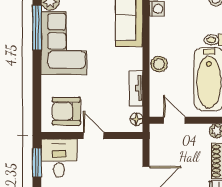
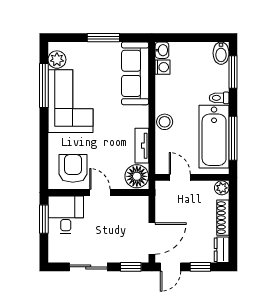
armchair: (66, 111) -> (73, 168), turned 90
floor lamp: (136, 119) -> (137, 176), width x1.89, depth x1.89

